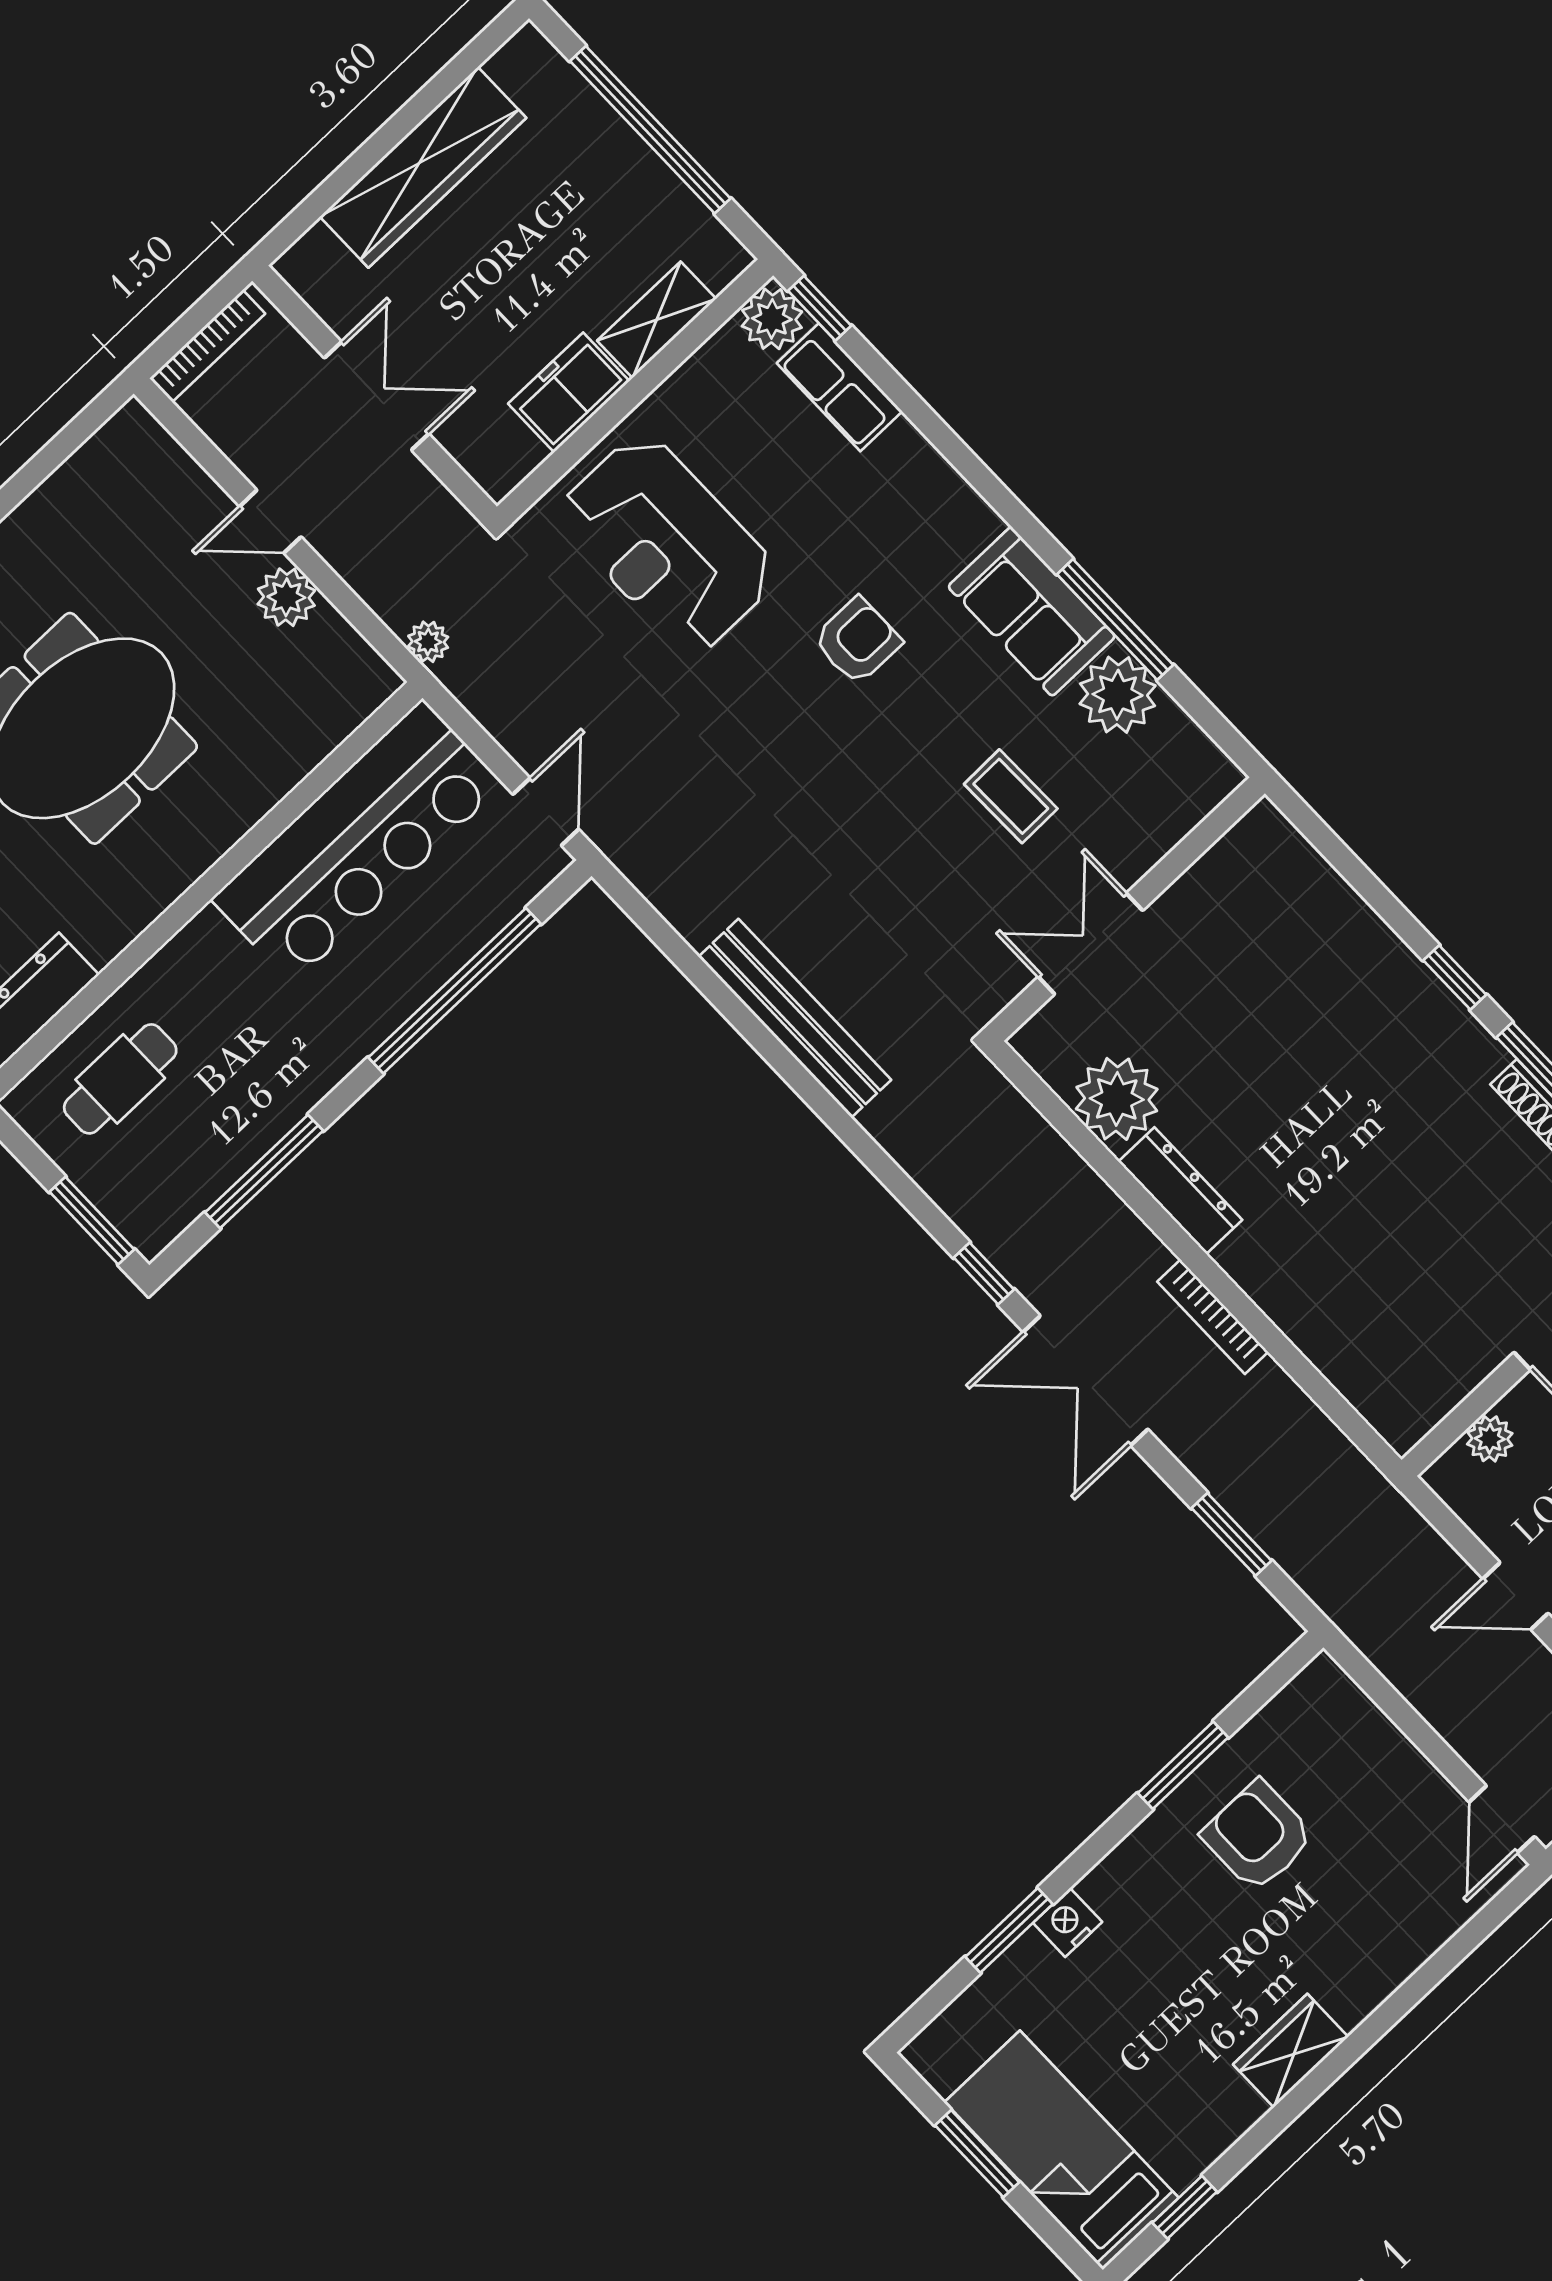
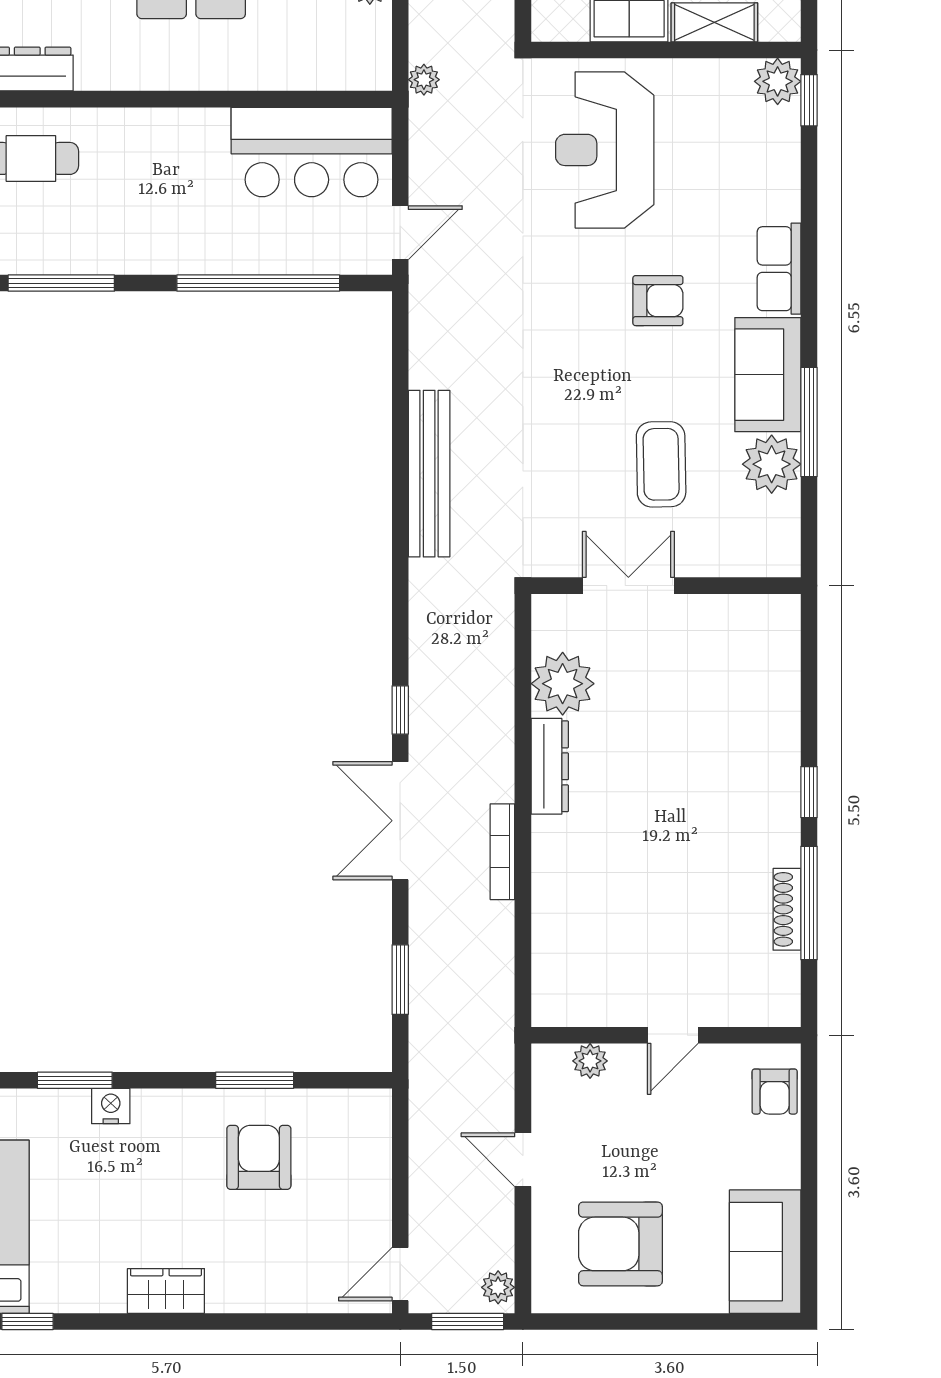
row of seats: (840, 387) -> (779, 269), moved
coffee table: (1011, 796) -> (661, 464), width x1.36, depth x1.30
bar counter: (357, 842) -> (312, 152), width x0.73

